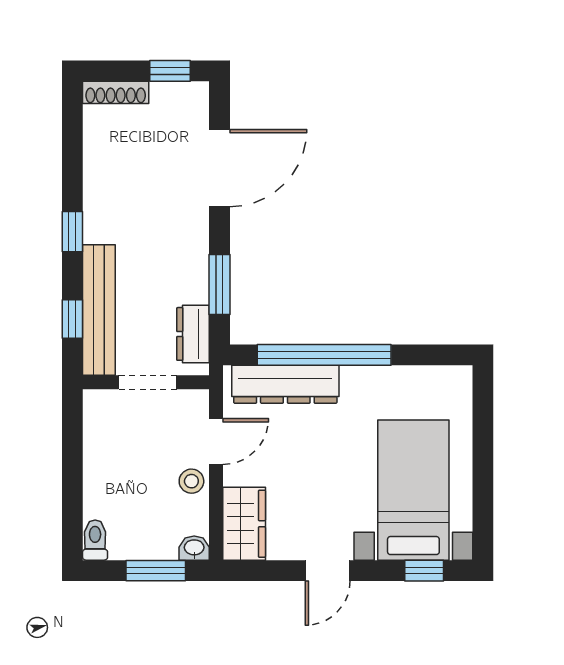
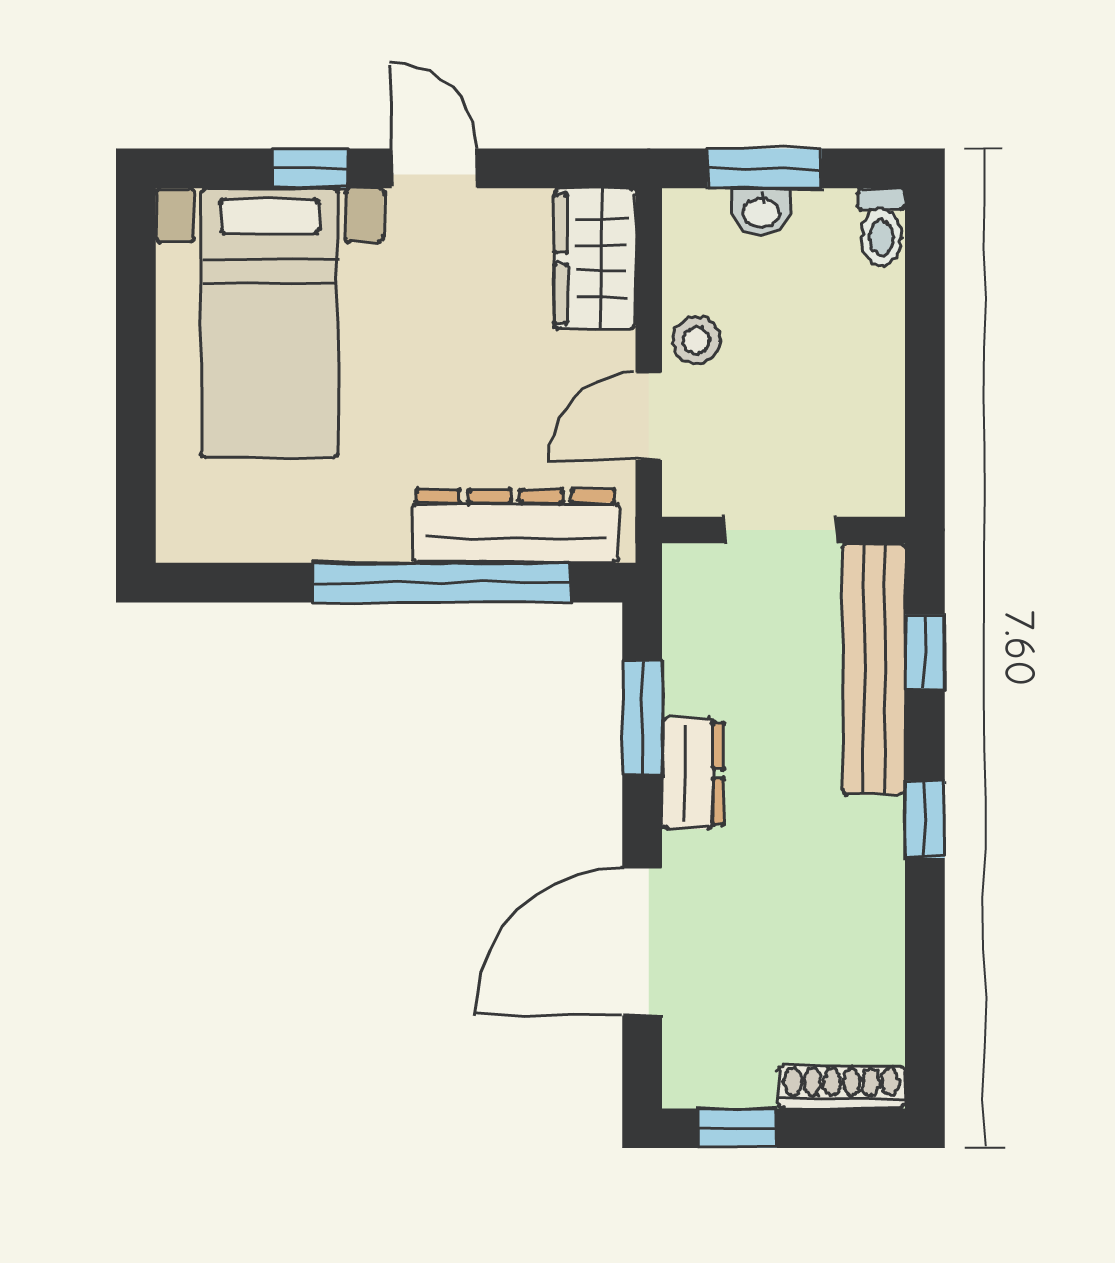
dresser: (193, 334) -> (693, 774), moved
washbasin: (194, 548) -> (761, 211), moved
door: (328, 571) -> (434, 168), hinge flipped
window: (424, 571) -> (310, 168), moved

